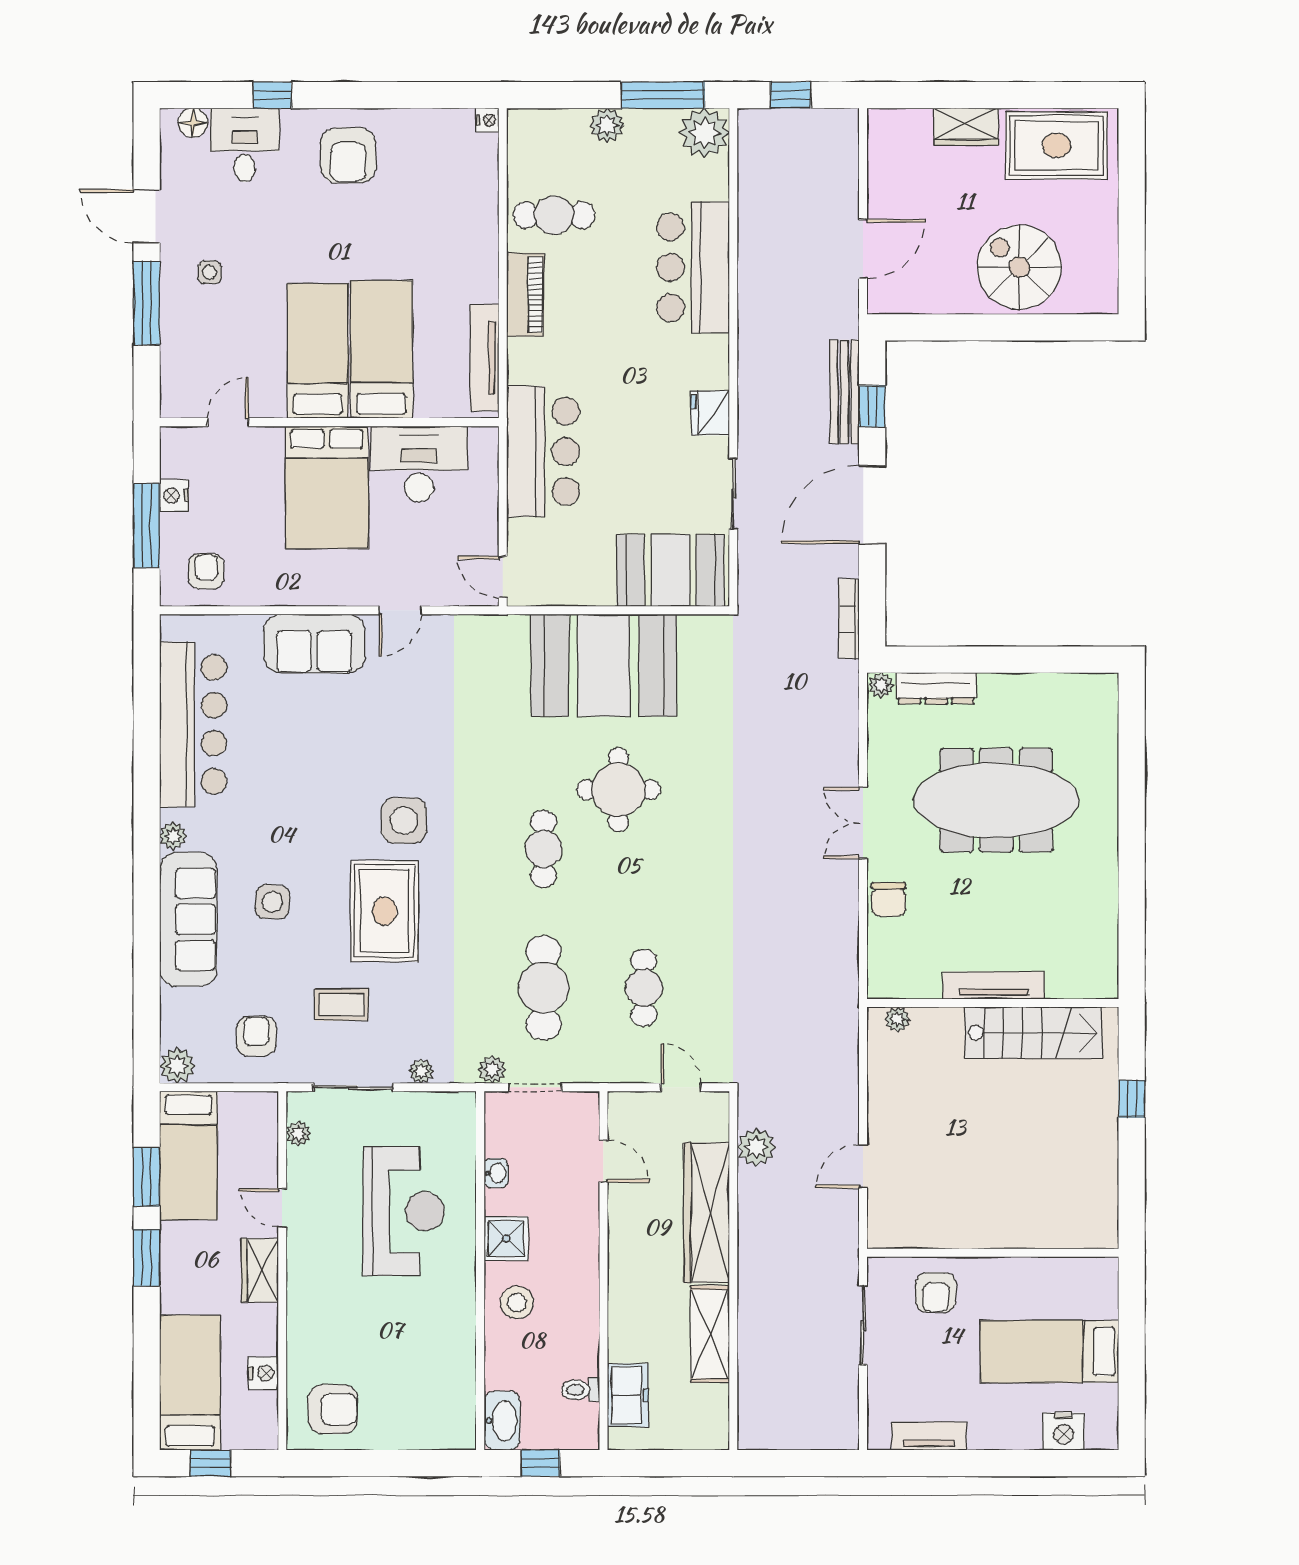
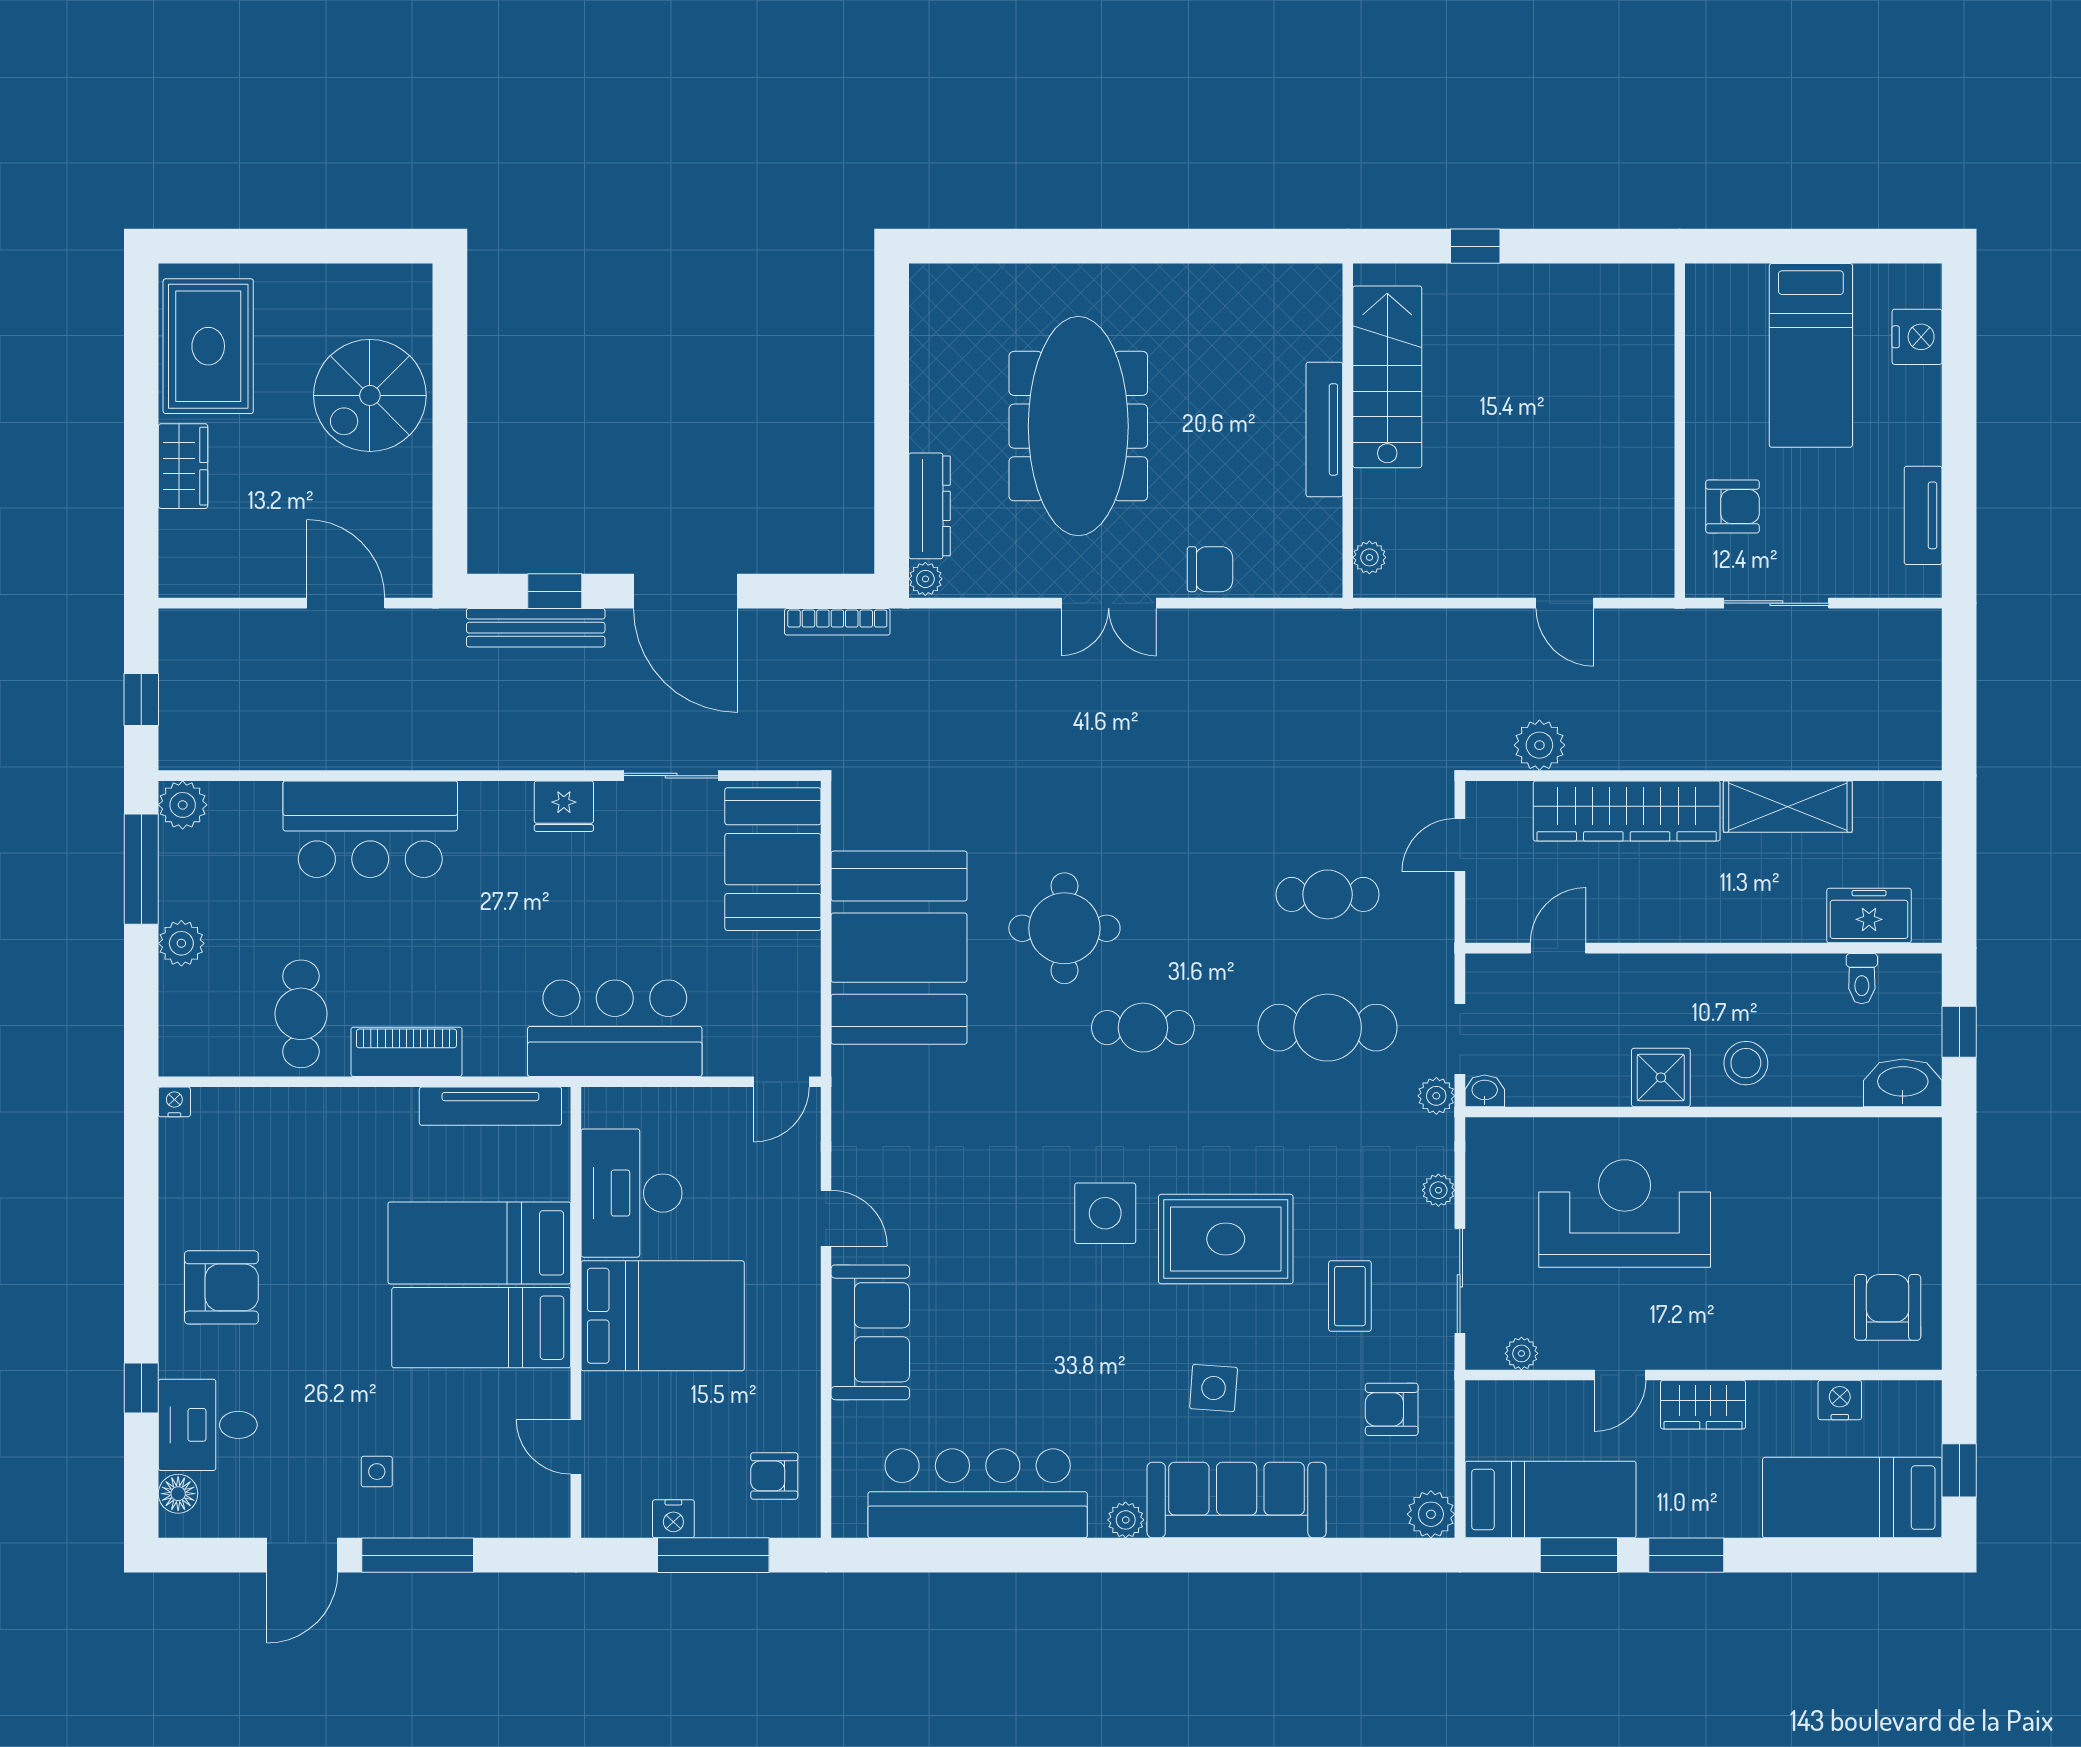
plant: (705, 133) -> (183, 805), width x0.73, depth x0.73
washbasin: (496, 1173) -> (1485, 1091), moved

